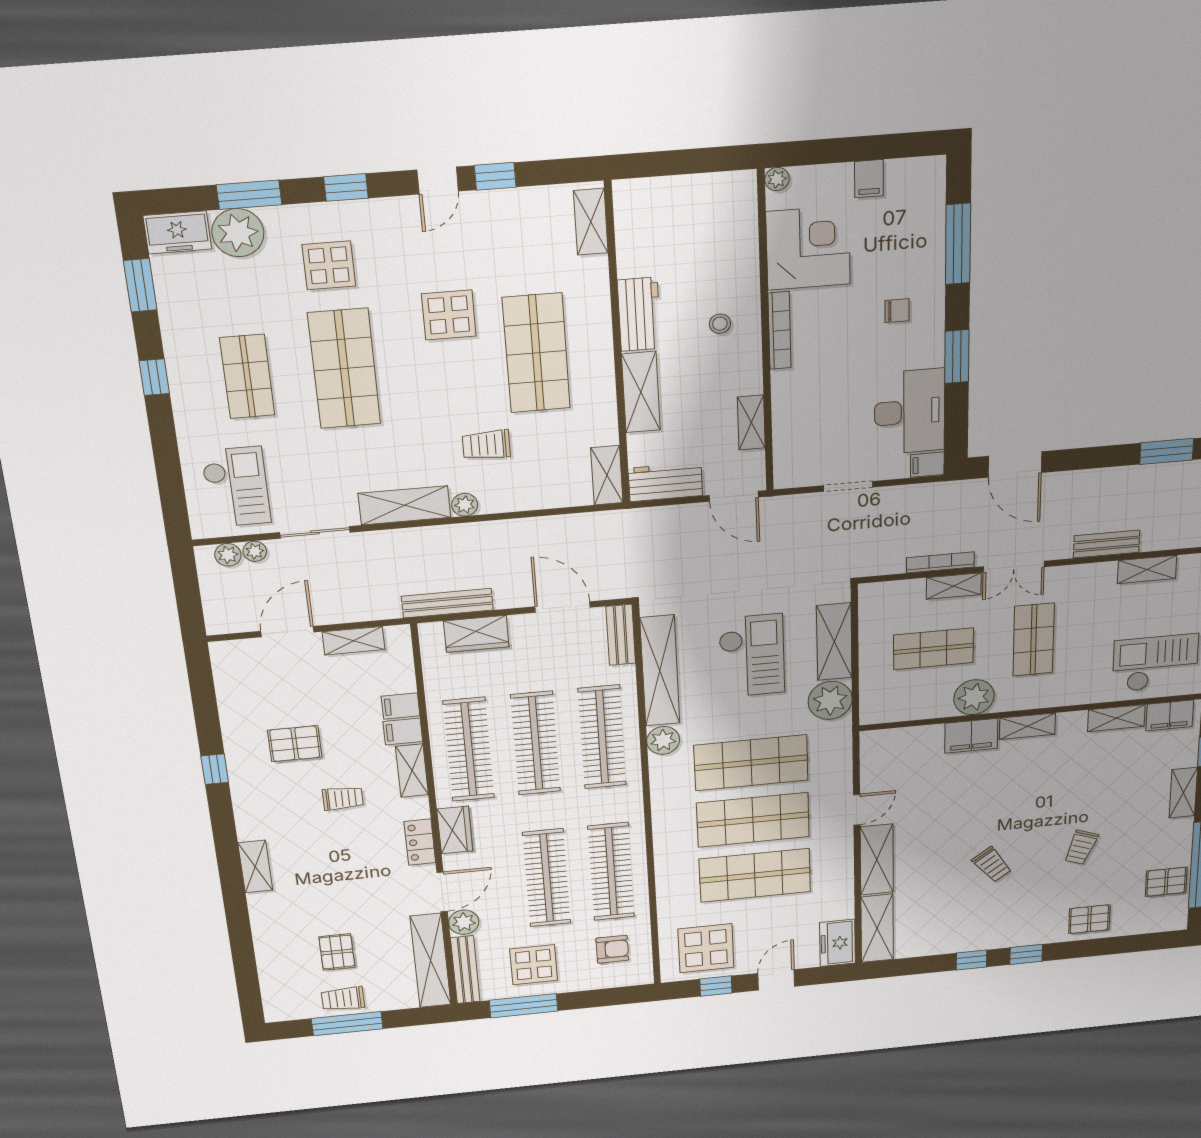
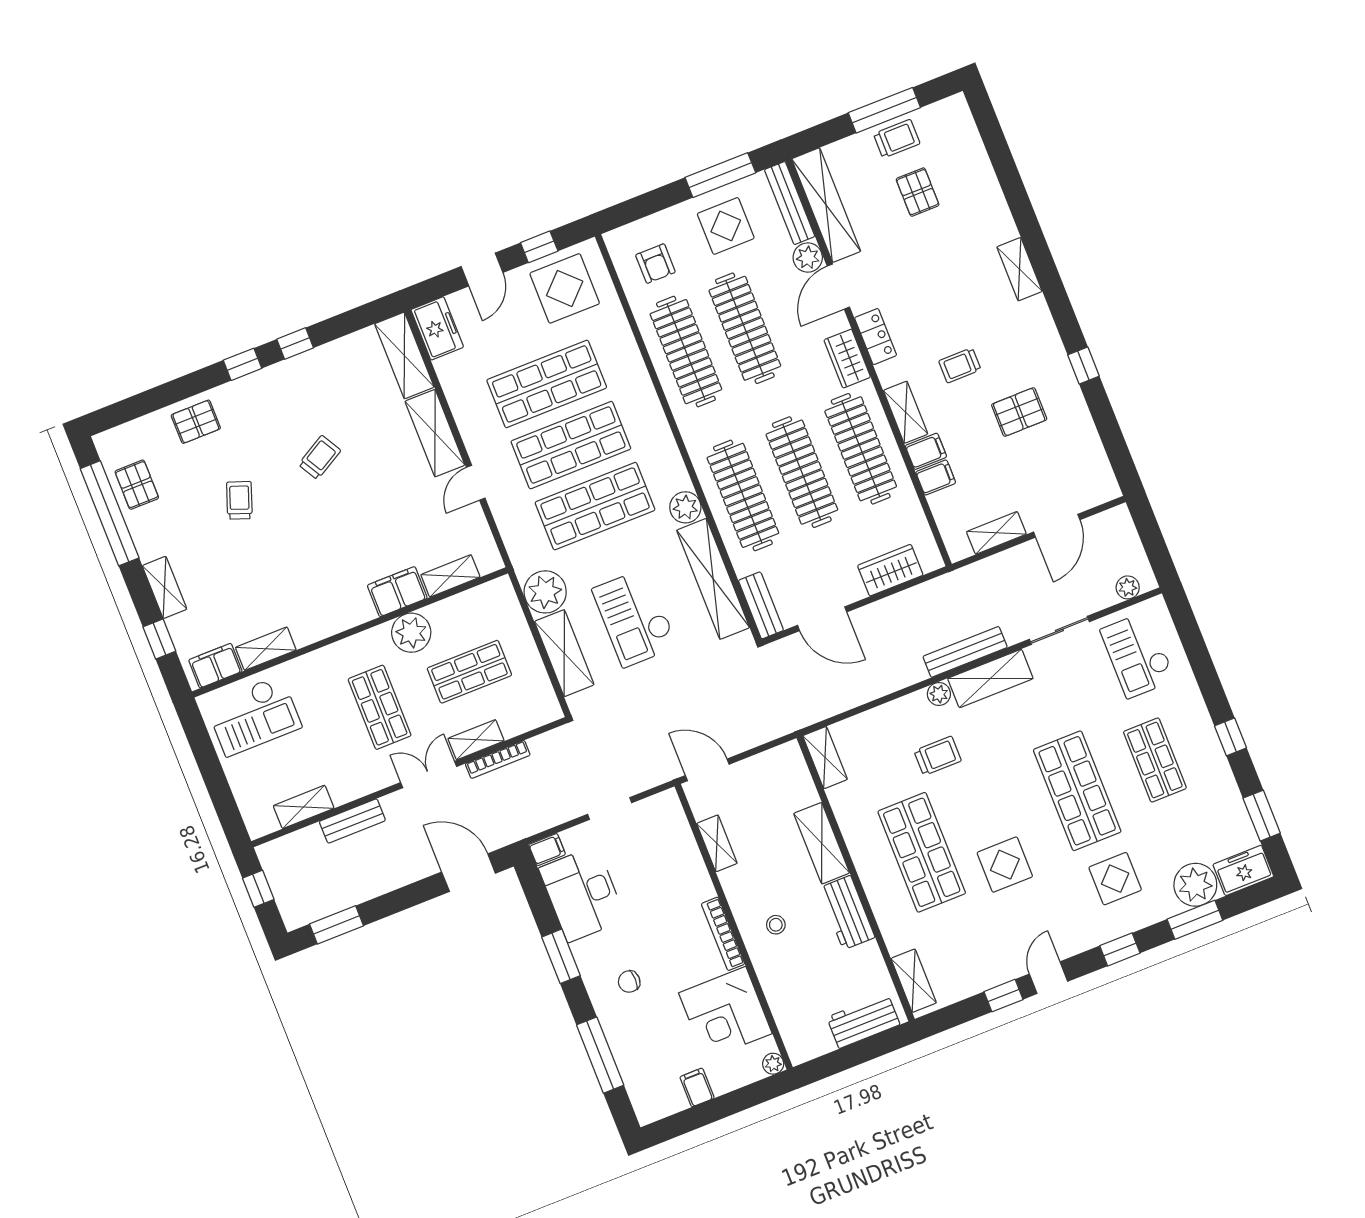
workbench: (665, 482) -> (863, 1021), moved, turned 180
plant: (255, 551) -> (1106, 597), removed
bench: (447, 603) -> (965, 652), moved
shelving: (1027, 726) -> (450, 576), moved
trolley: (992, 865) -> (320, 457), turned 96
pallet: (1166, 882) -> (137, 485), turned 90
armchair: (612, 949) -> (655, 264), turned -90

